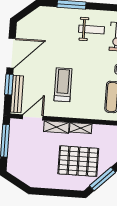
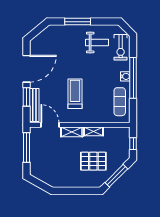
door: (33, 117) -> (50, 125), hinge flipped
pallet: (78, 161) -> (93, 161), width x0.73, depth x0.71

